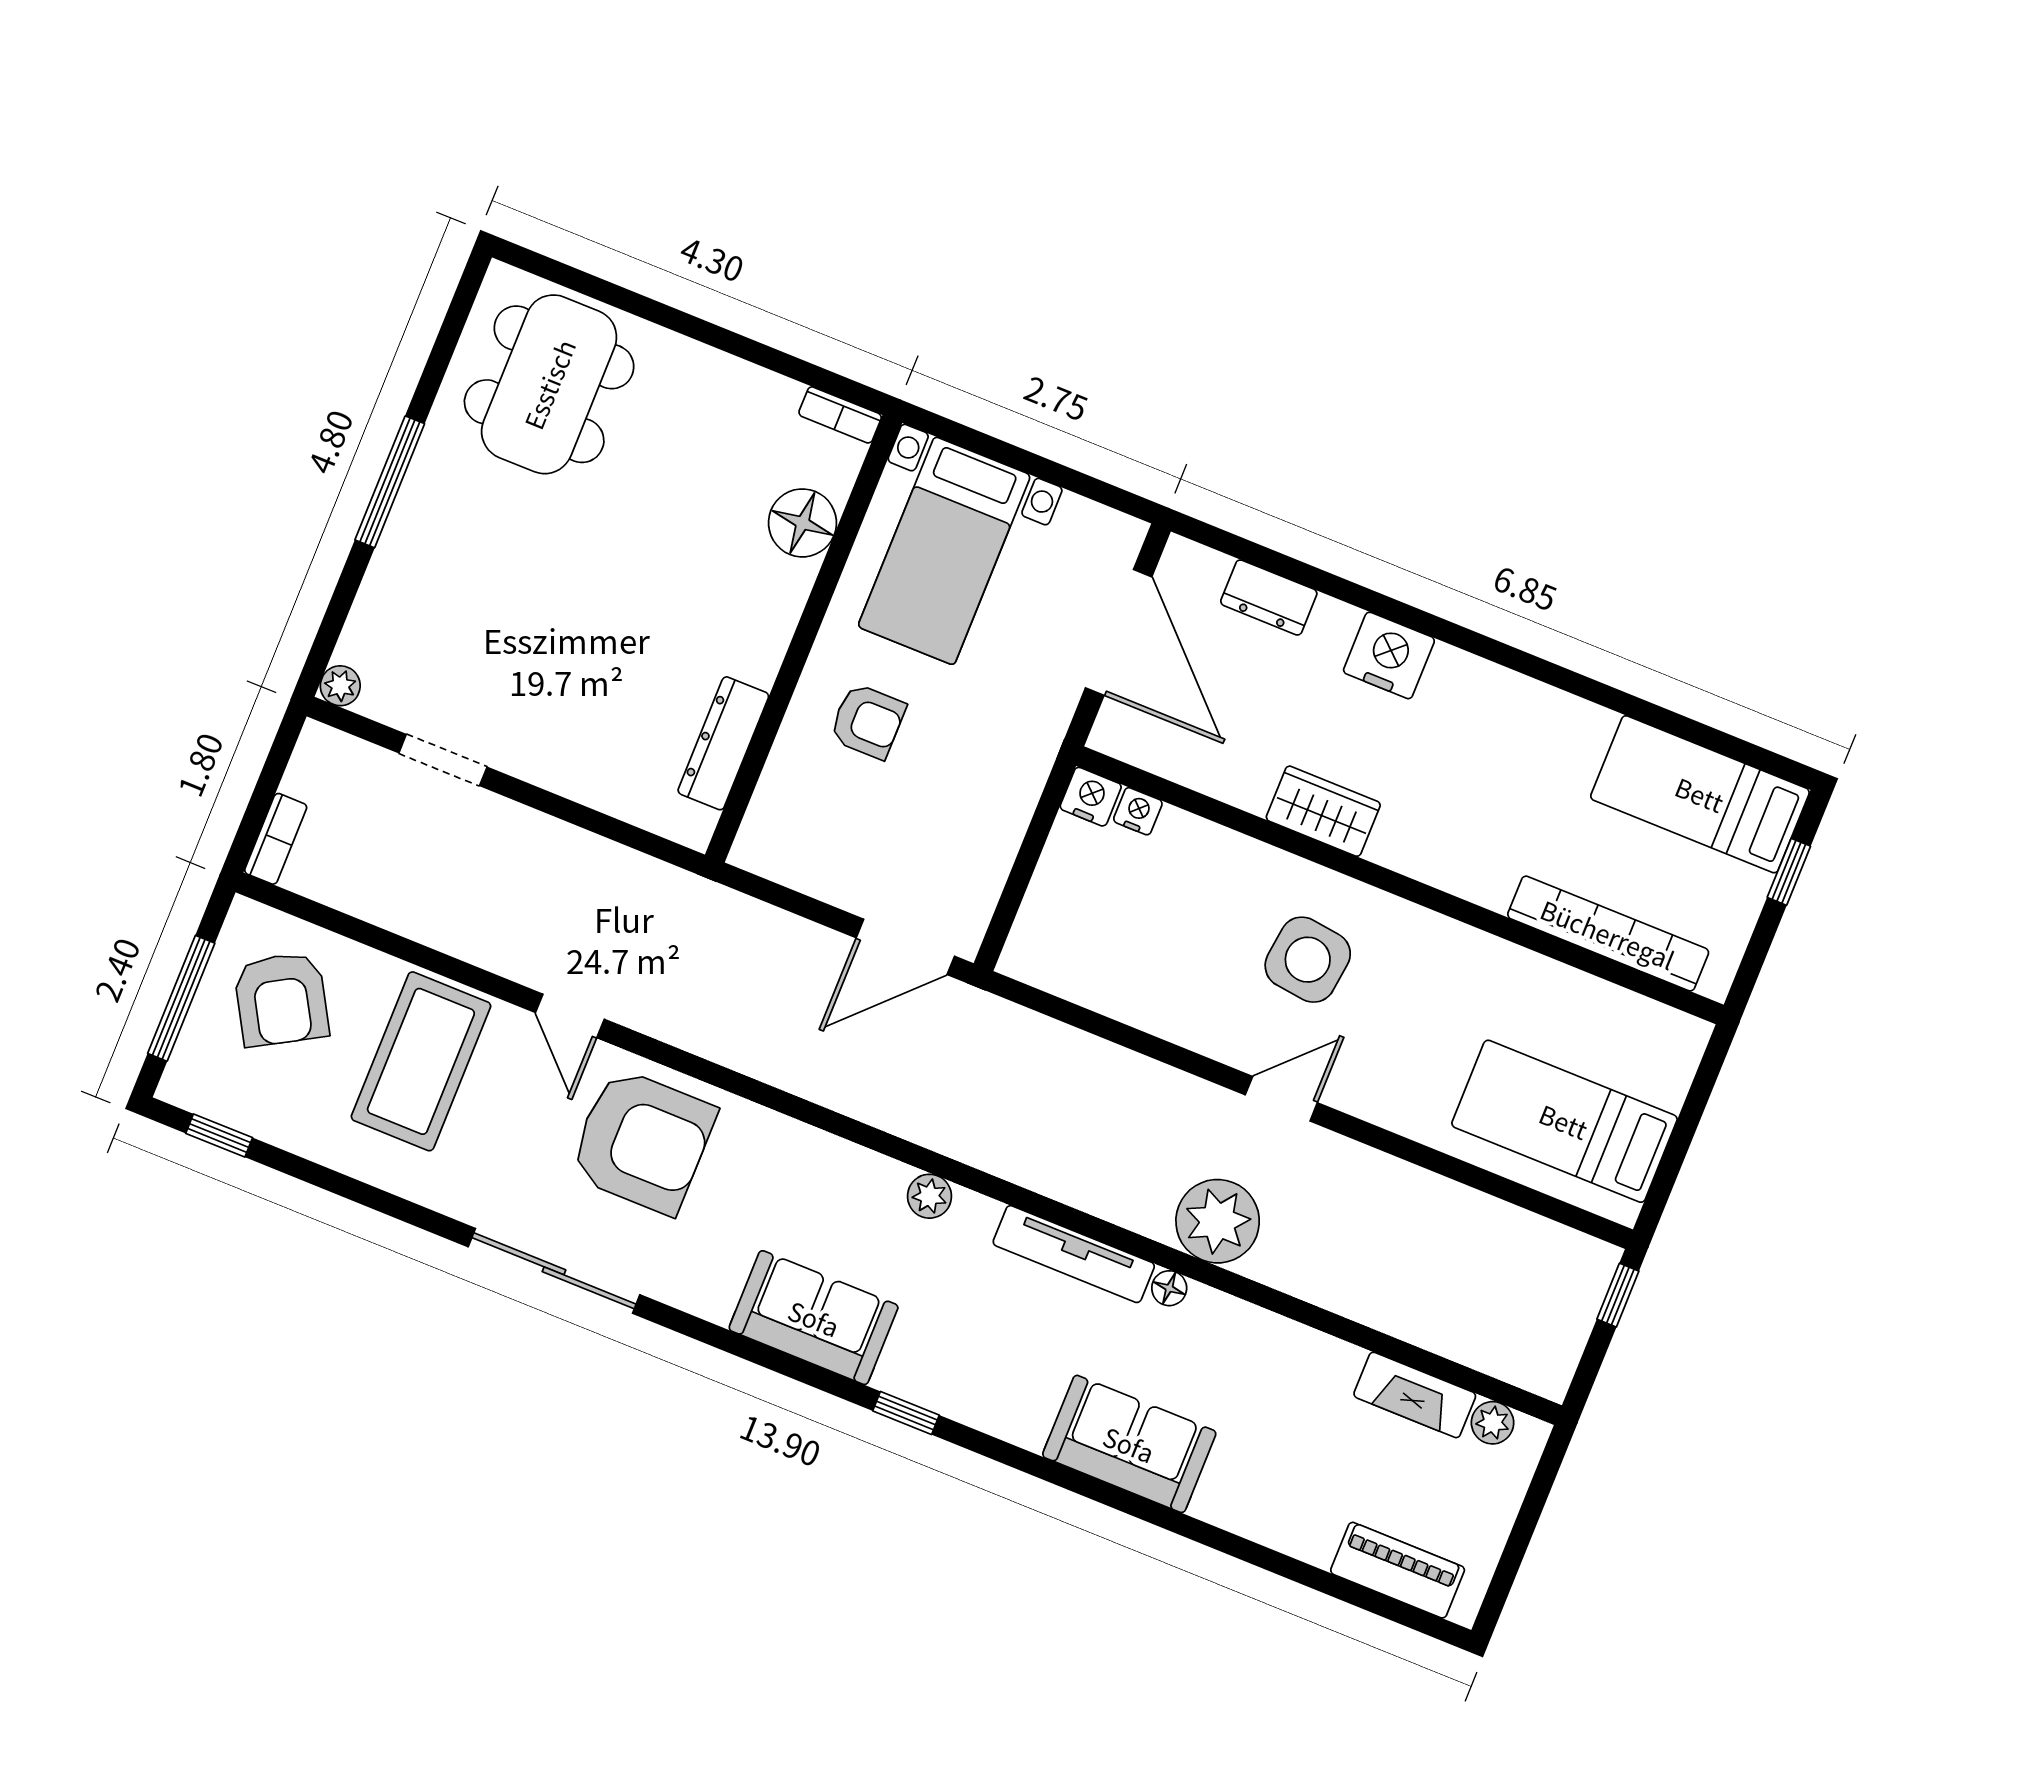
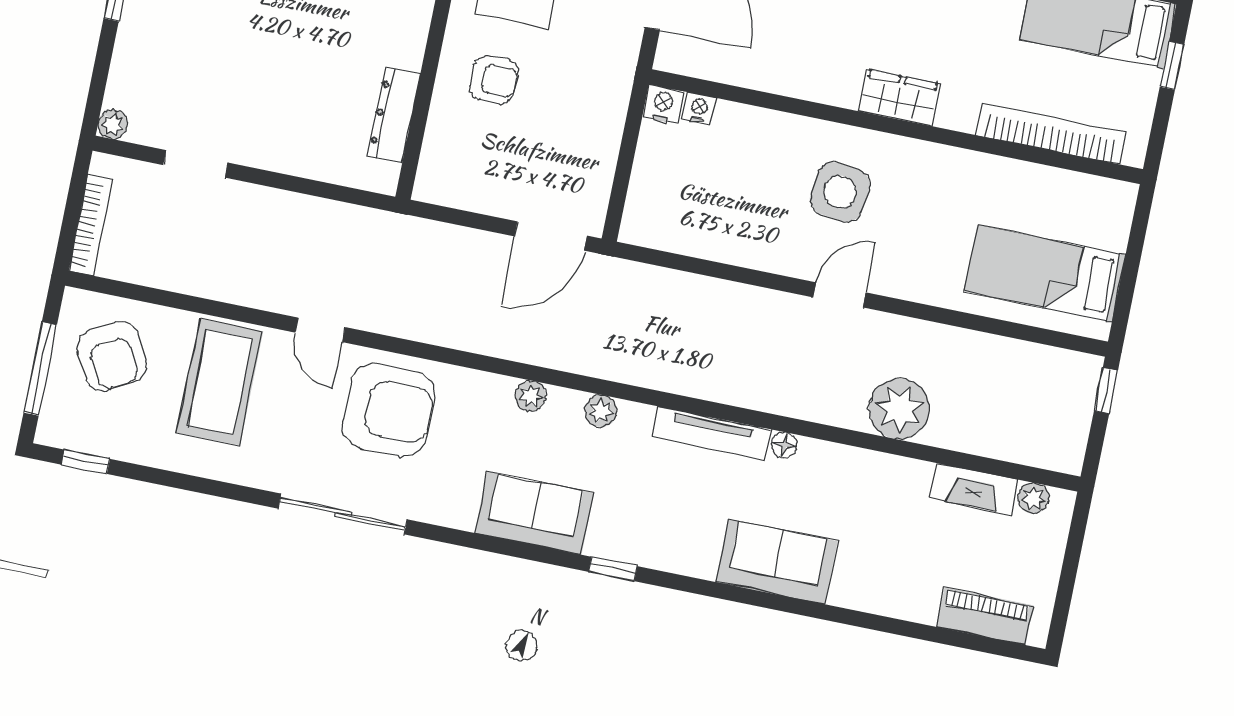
wardrobe: (1323, 811) -> (899, 98), moved
bookcase: (276, 839) -> (90, 225), width x1.56
plant: (838, 1158) -> (531, 396), added
plant: (1218, 1221) -> (899, 409), moved

